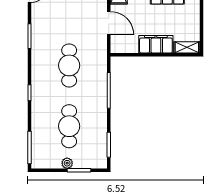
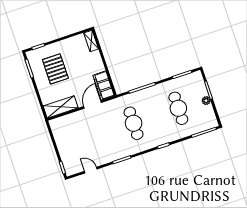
filing cabinet: (156, 44) -> (103, 85), moved
cafe table: (69, 65) -> (134, 123), turned 90
cafe table: (69, 126) -> (178, 108), turned 90

